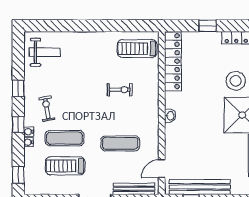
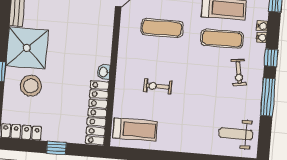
window: (18, 88) -> (268, 97), width x2.17
washbasin: (170, 116) -> (104, 72), moved
water cooler: (29, 132) -> (262, 26), moved

